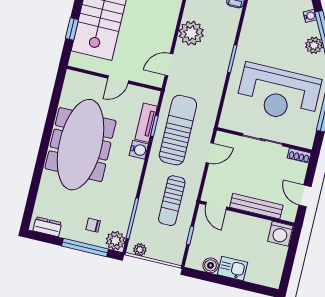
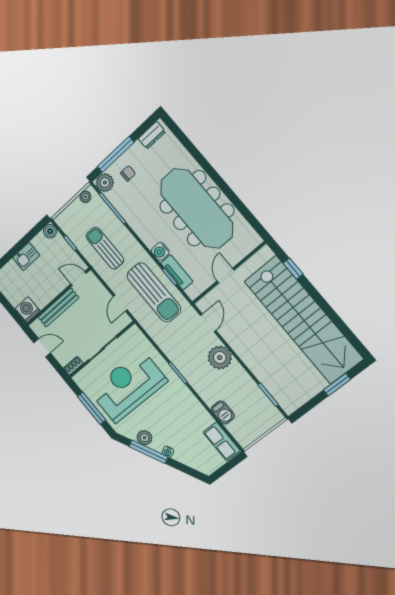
boiler: (211, 265) -> (50, 231), moved

